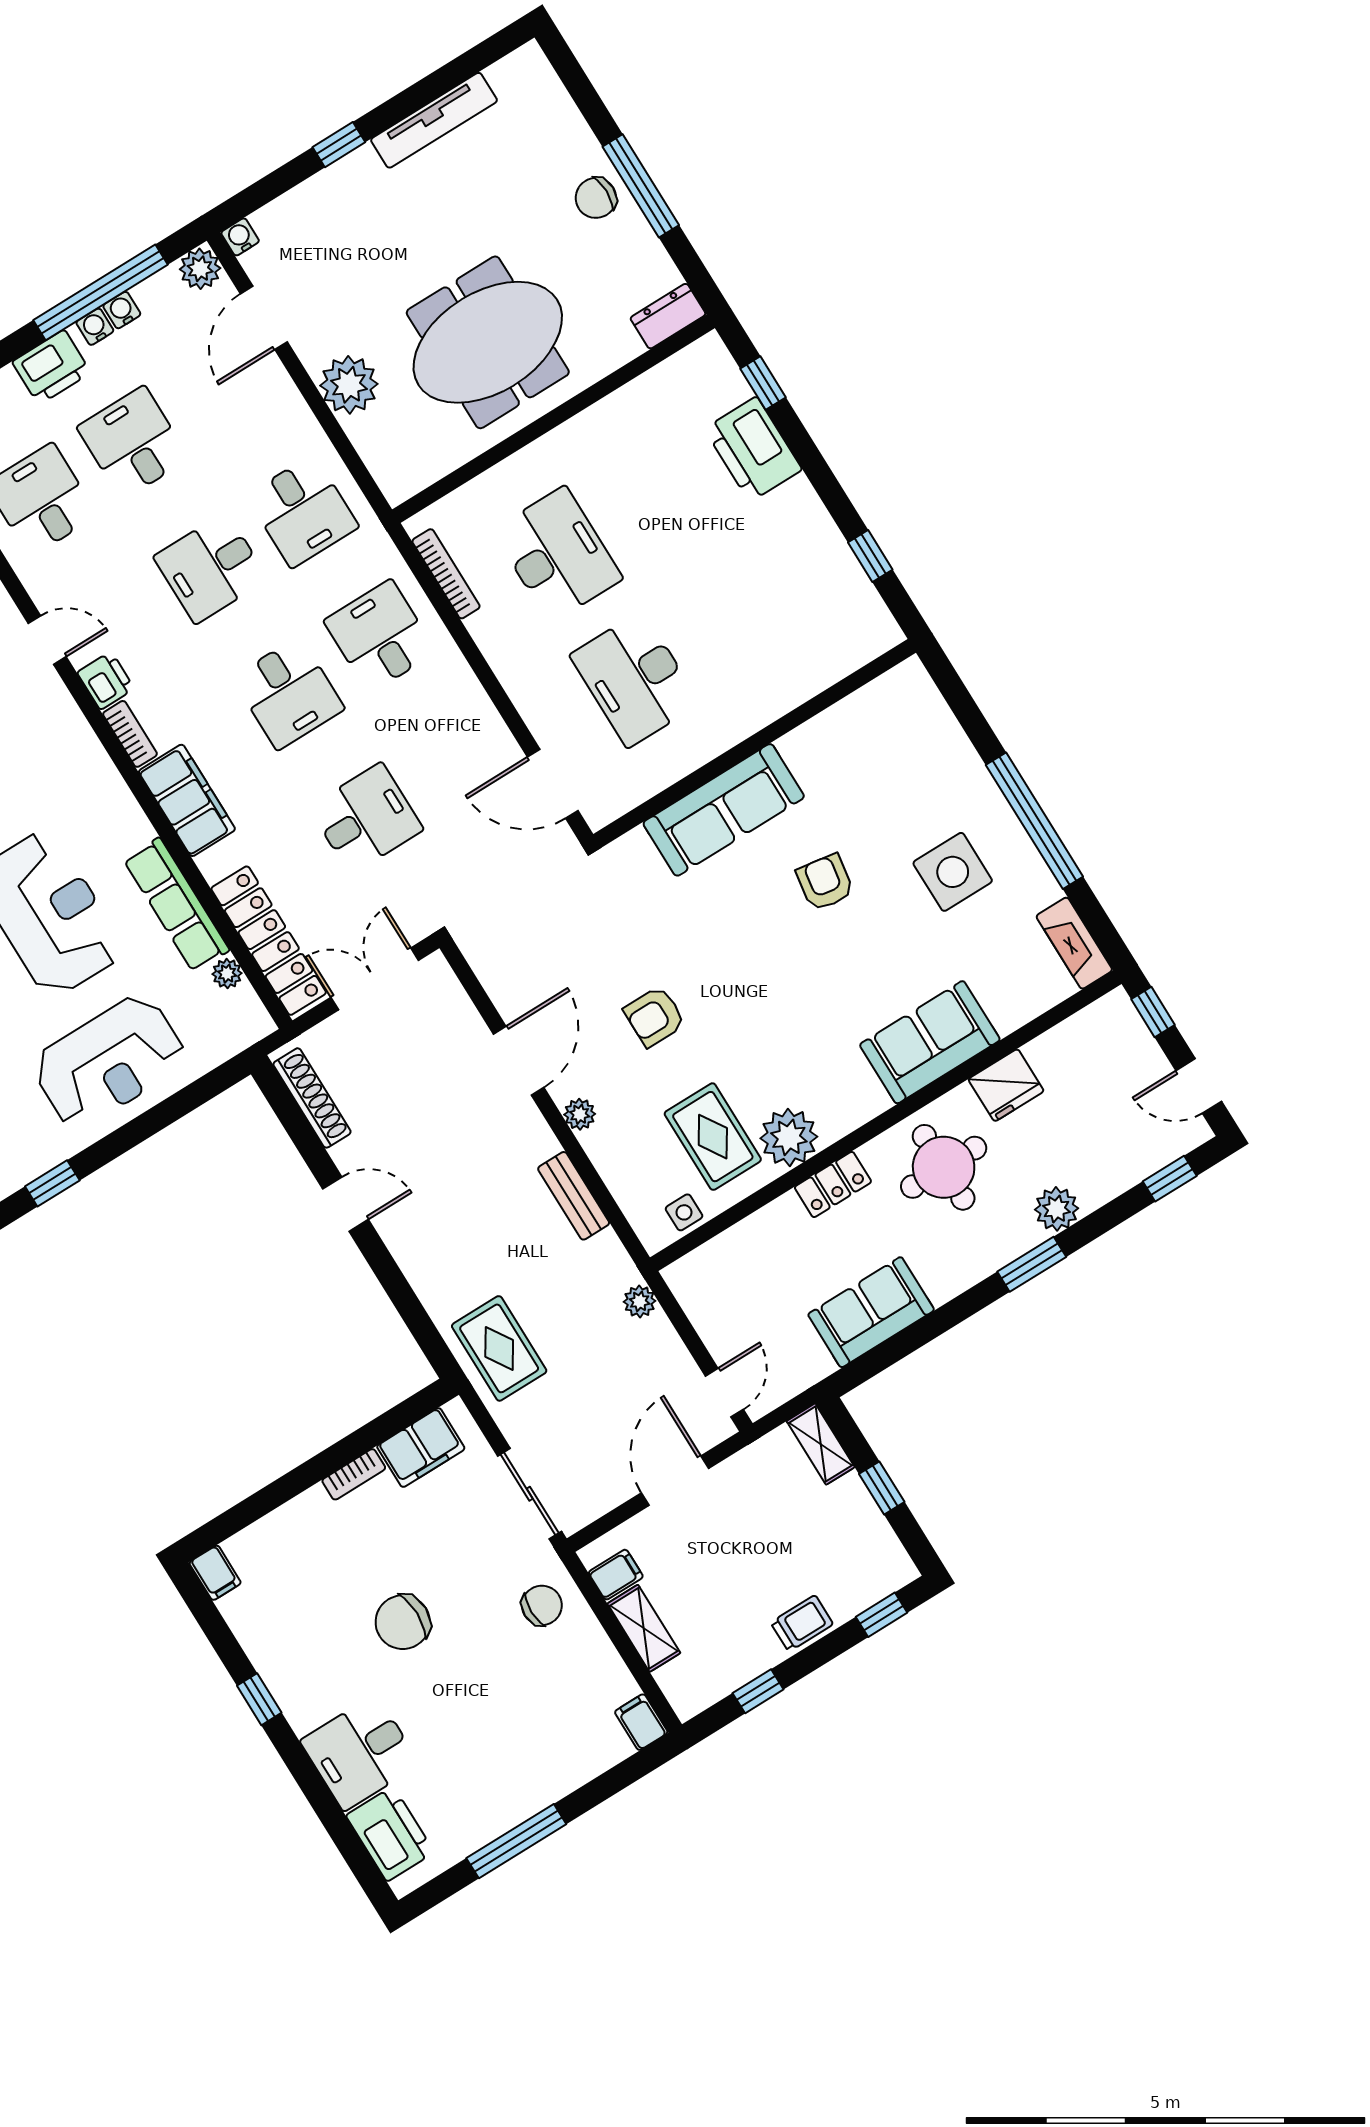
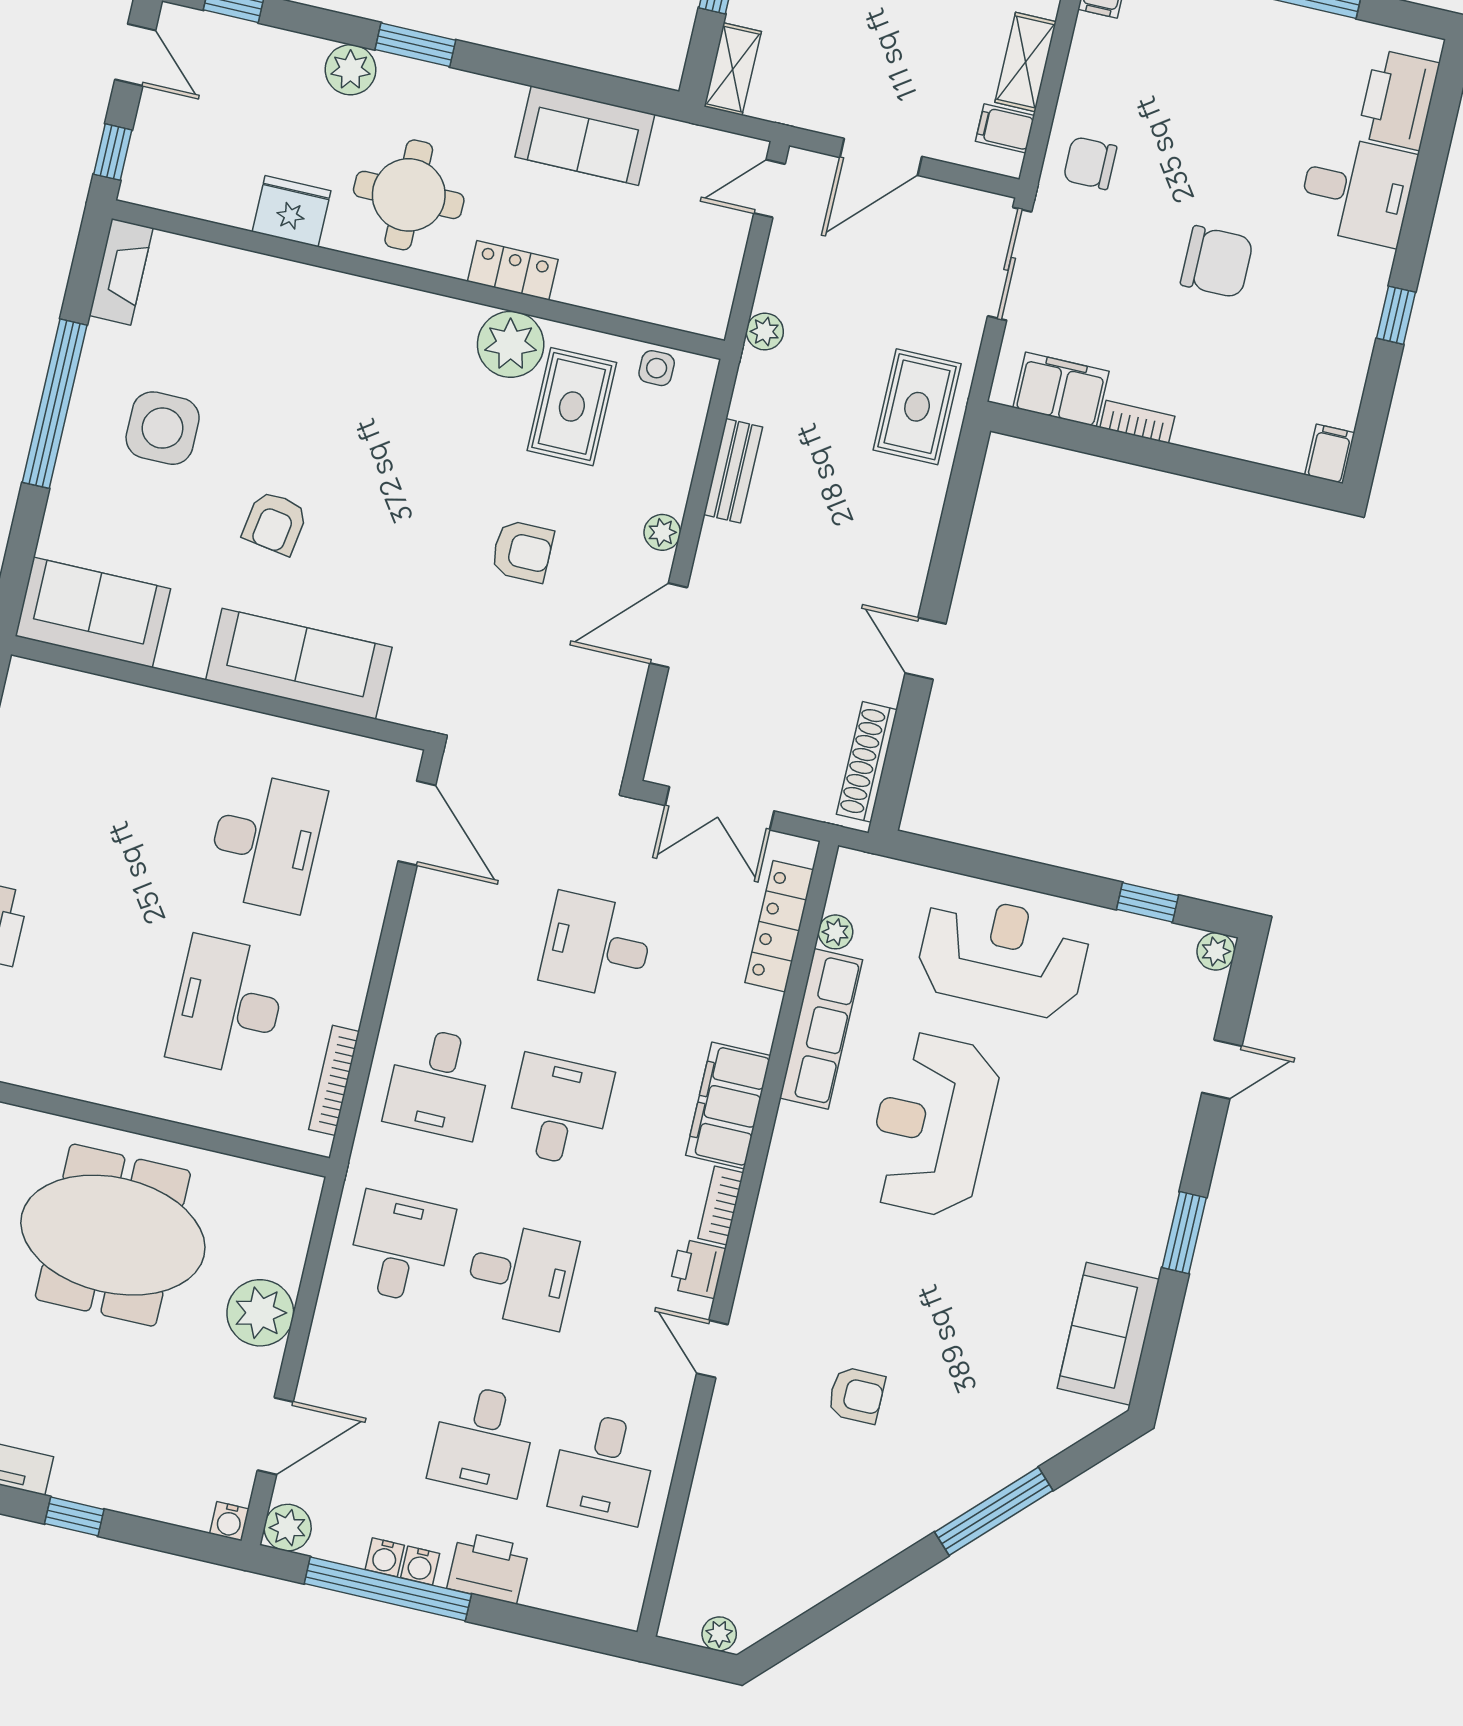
locker: (269, 941) -> (779, 926), width x0.71, depth x0.83
sofa: (930, 1042) -> (93, 612), moved, turned 180

